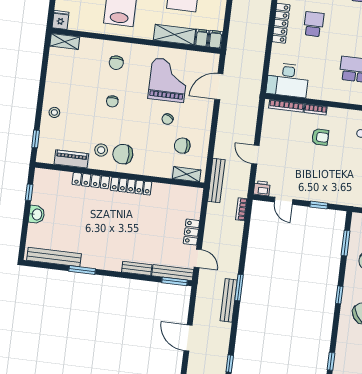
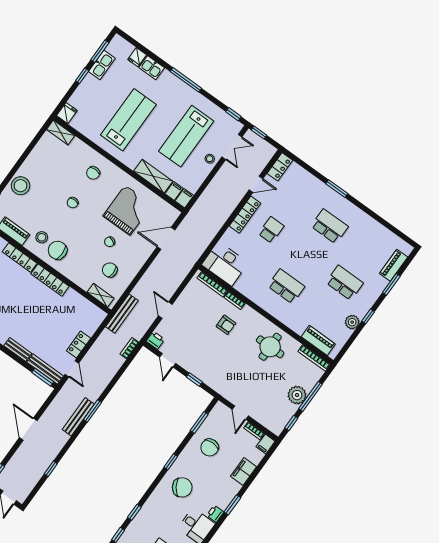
stool: (54, 112) -> (21, 186), width x1.89, depth x1.89

